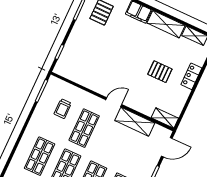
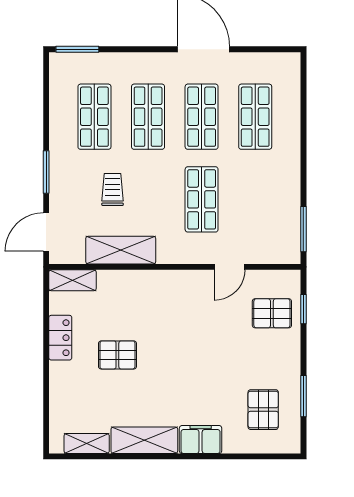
pallet: (76, 57) -> (272, 313), added
locker: (191, 76) -> (60, 338), moved
door: (114, 102) -> (230, 267), moved
trolley: (63, 109) -> (113, 189), moved

